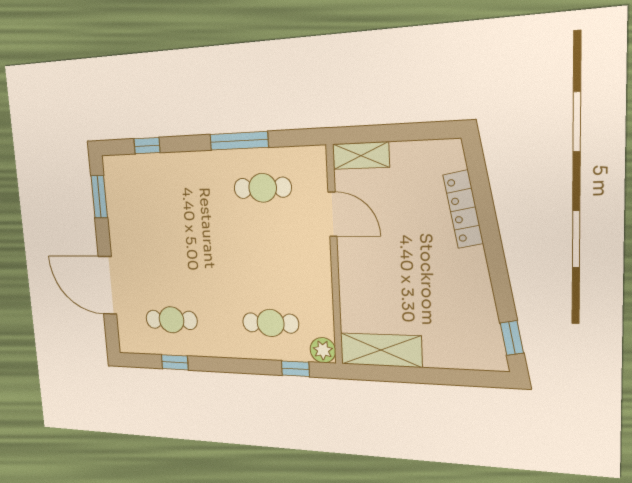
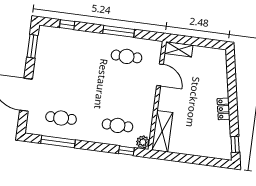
locker: (463, 209) -> (223, 109), moved, width x0.66
shelving: (381, 350) -> (162, 131), moved, turned 90
window: (175, 362) -> (58, 142), width x2.17

